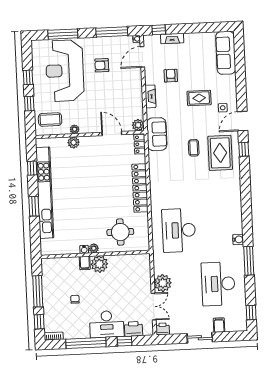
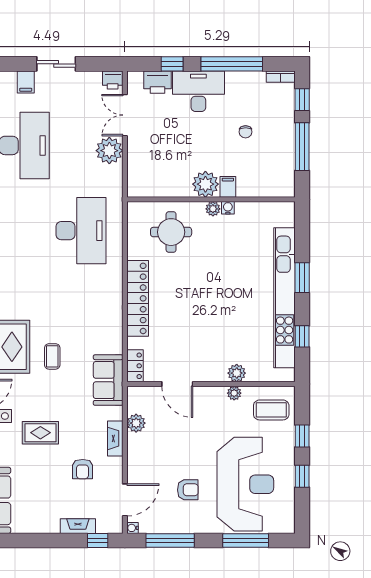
plant: (138, 125) -> (136, 423), moved

